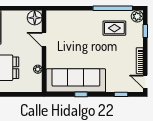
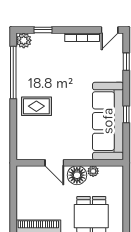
floor lamp: (35, 18) -> (77, 175), moved
rug: (114, 28) -> (36, 106), moved, turned 90
door: (44, 40) -> (54, 163), hinge flipped

